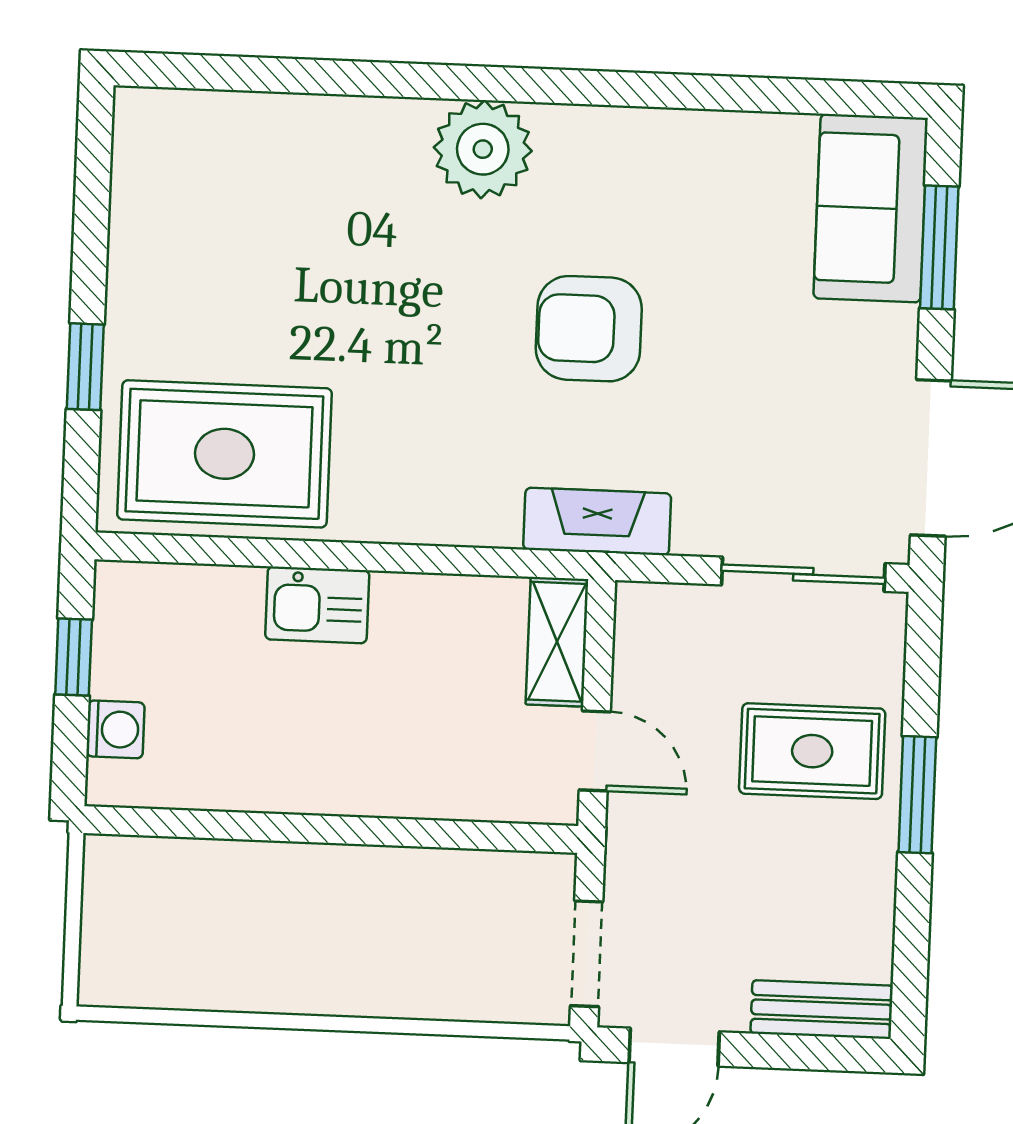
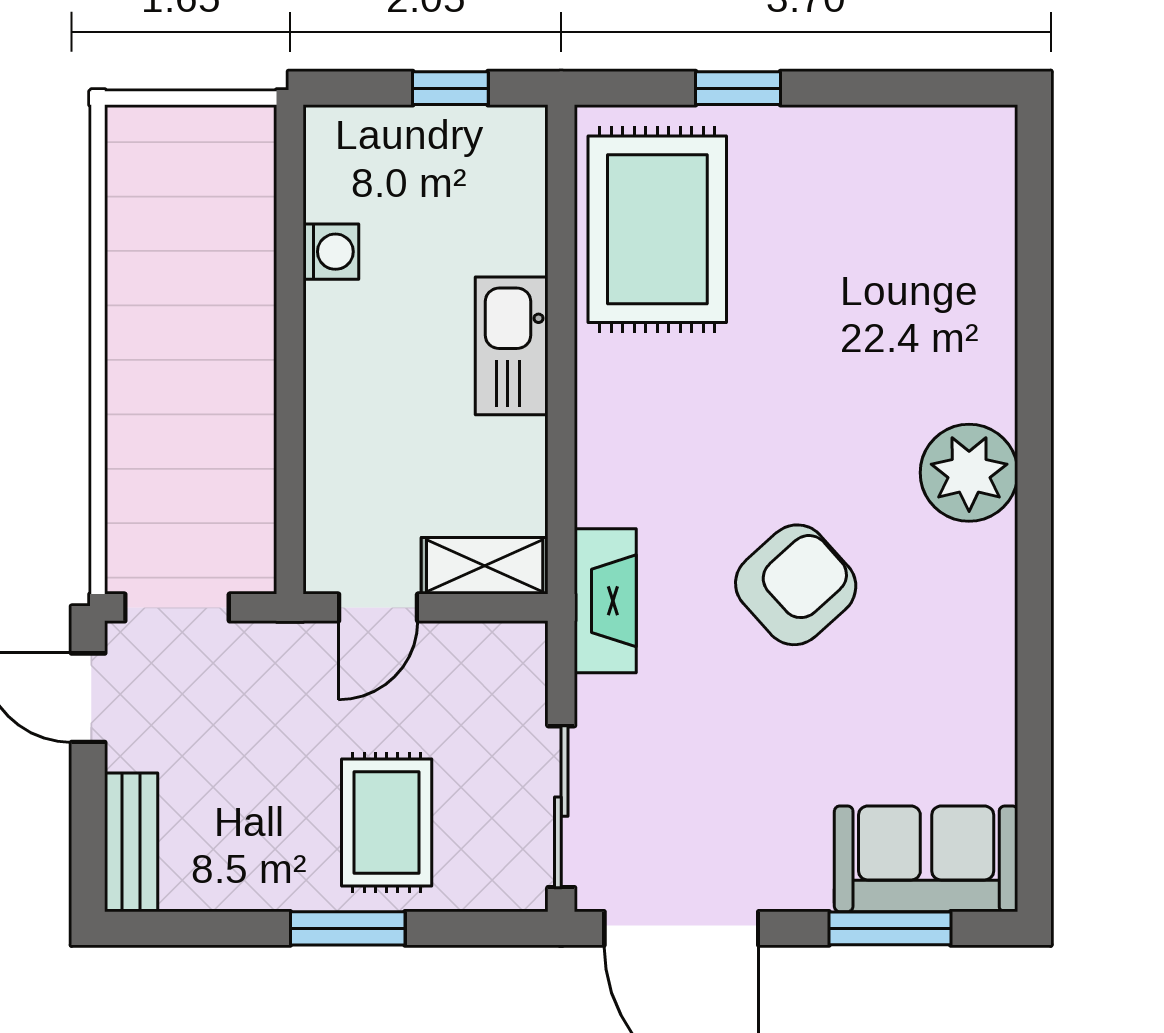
armchair: (589, 329) -> (796, 585), turned 48
kitchen sink: (317, 605) -> (512, 346), width x1.38
washing machine: (115, 729) -> (331, 252), moved, turned -90

